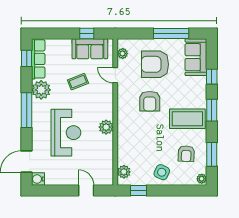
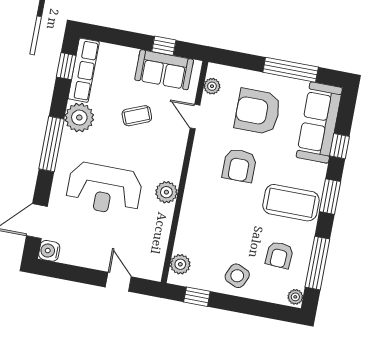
sofa: (196, 57) -> (319, 122), width x1.36
reception desk: (66, 133) -> (104, 189), turned 90
window: (212, 154) -> (317, 263), width x1.44

